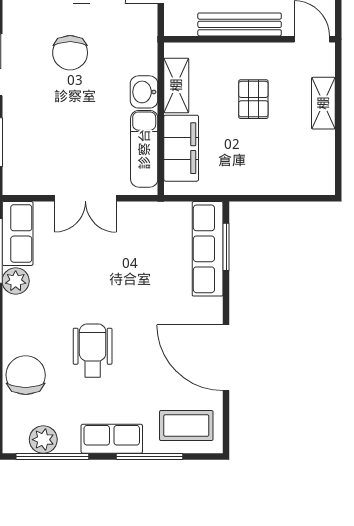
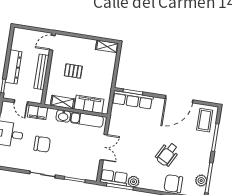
filing cabinet: (143, 30) -> (38, 112), added
shelving: (323, 103) -> (107, 46), moved
wheelchair: (93, 351) -> (167, 154), turned -62
row of seats: (112, 439) -> (205, 152), removed

